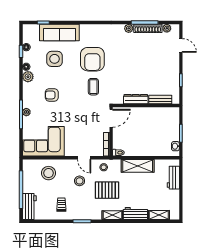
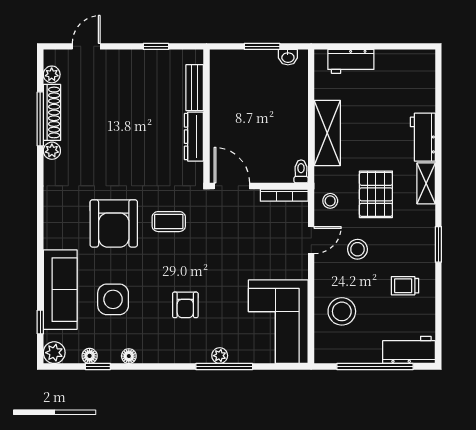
armchair: (92, 59) -> (114, 223), turned 90
plant: (28, 77) -> (54, 353), moved
shelving: (159, 215) -> (426, 91), removed

